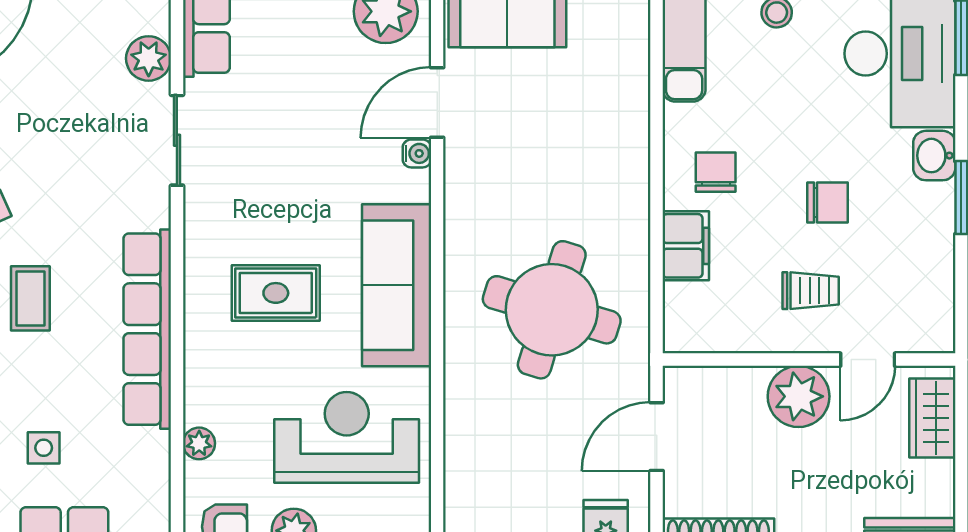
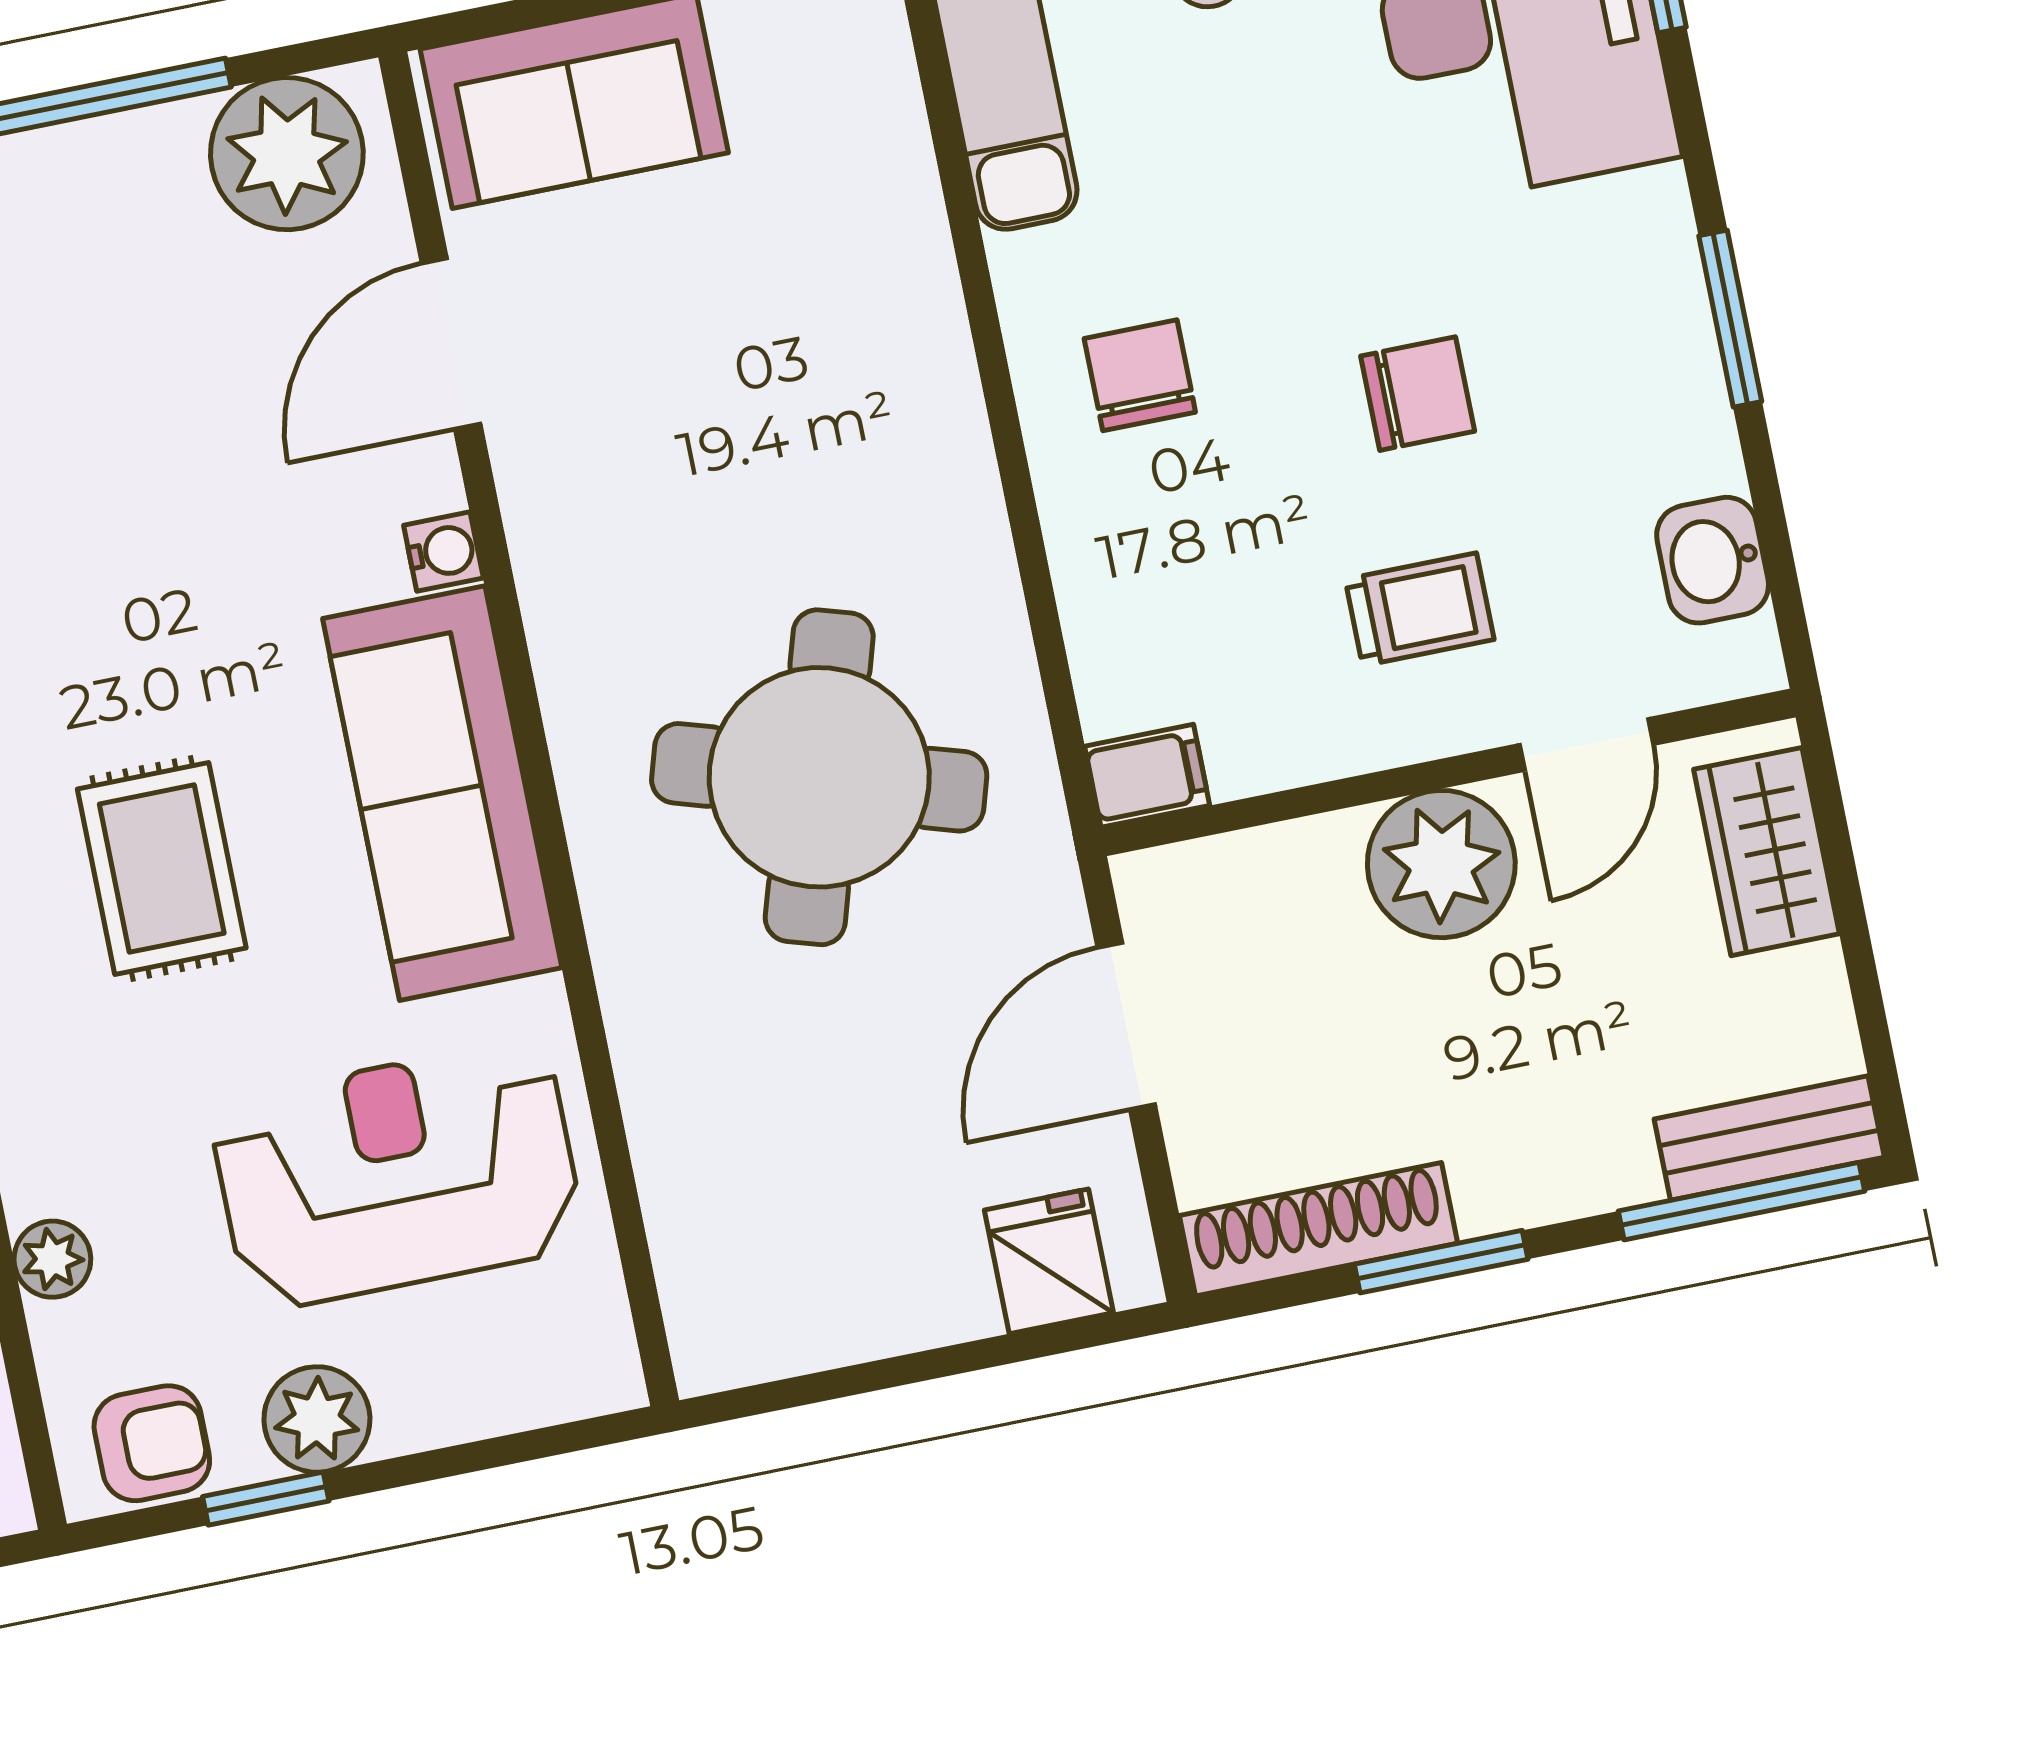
water cooler: (417, 153) -> (443, 552), moved
washbasin: (934, 156) -> (1713, 560), moved
filing cabinet: (686, 246) -> (1147, 776), moved, width x0.50
rug: (276, 293) -> (162, 869), turned 90

